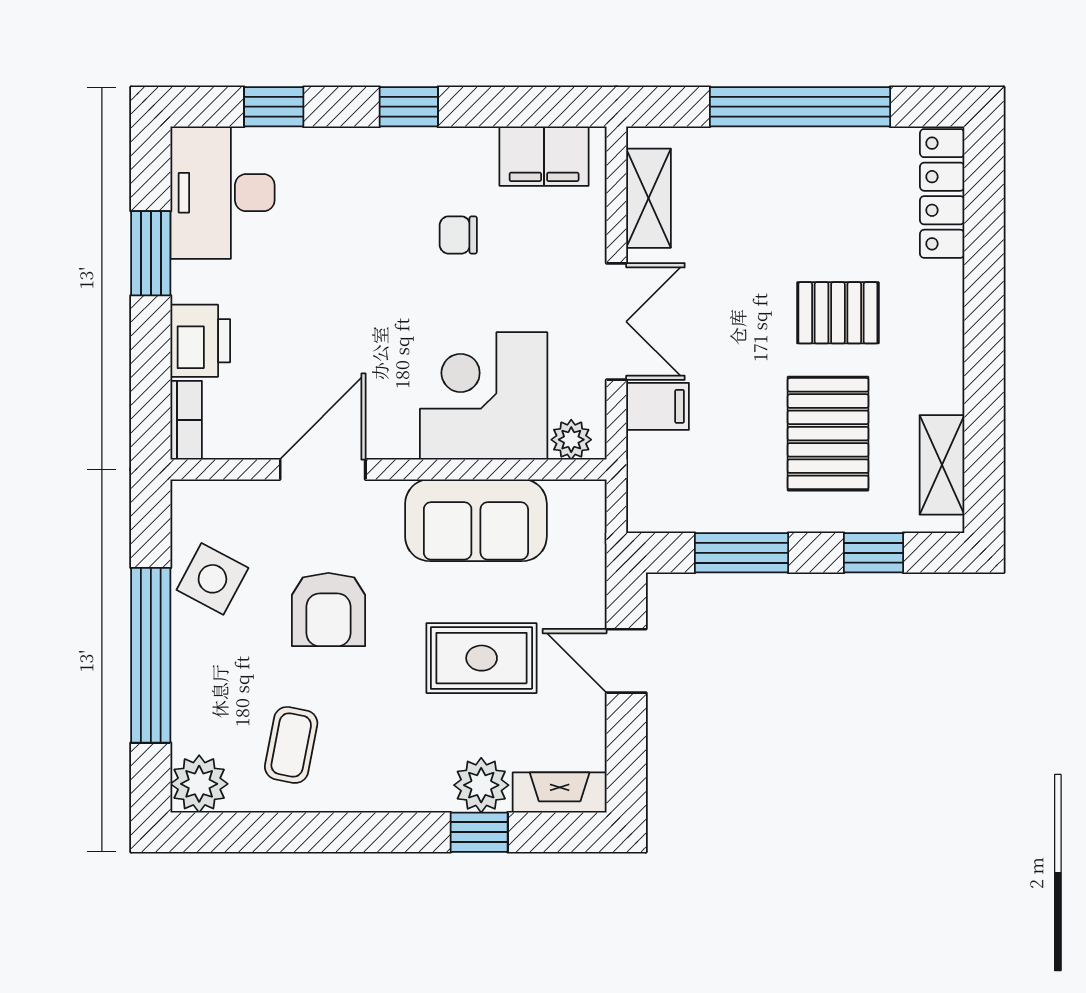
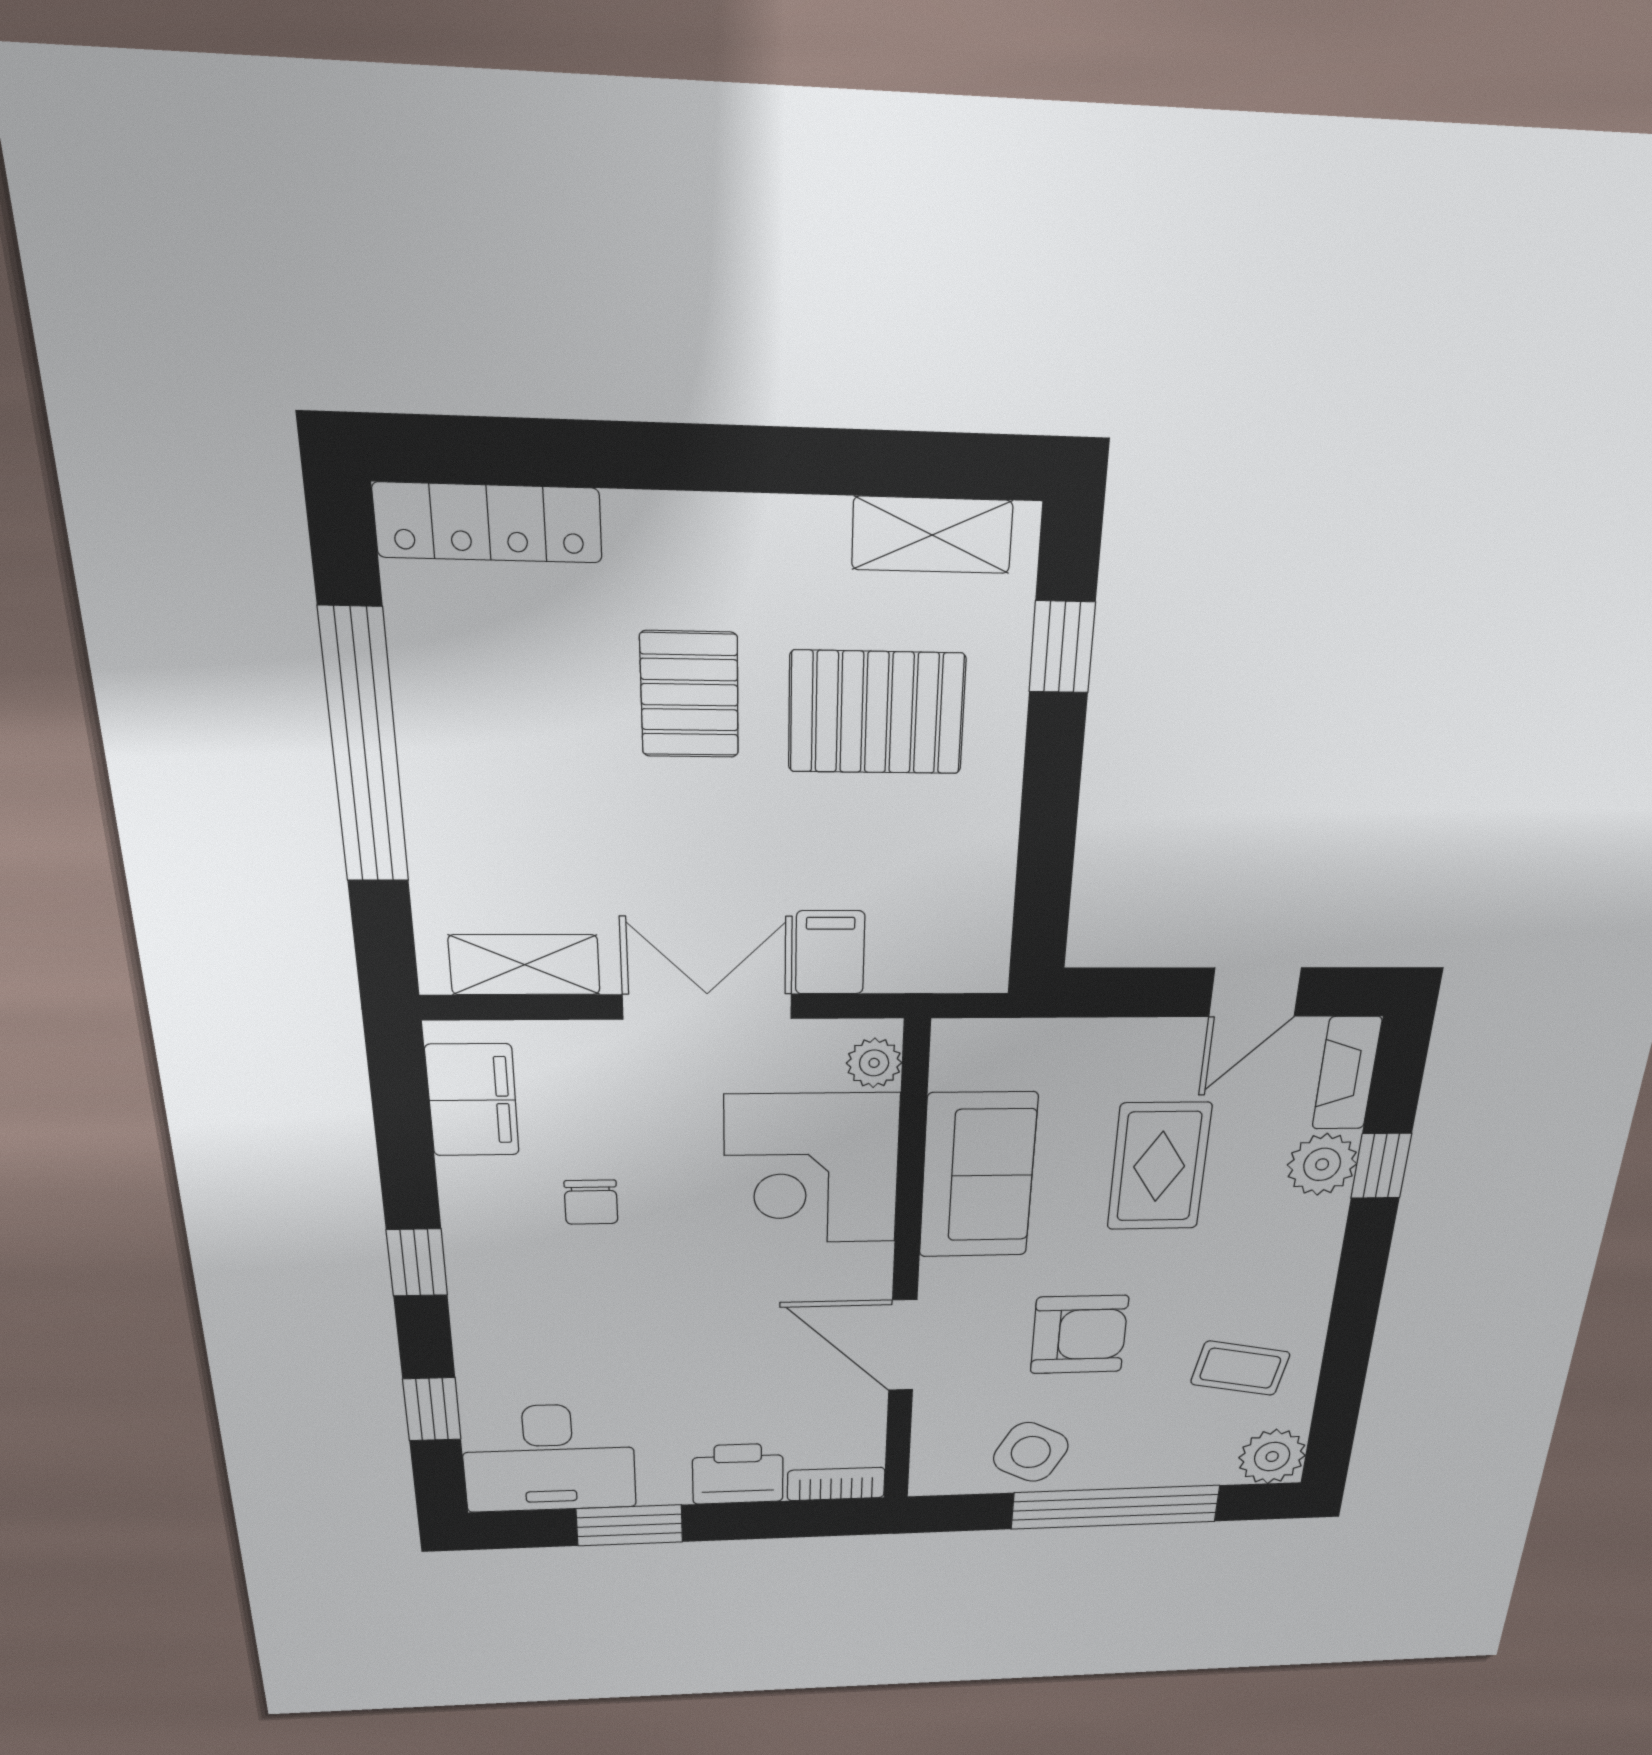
window: (741, 553) -> (1047, 840), removed
door: (626, 661) -> (1255, 992), moved

